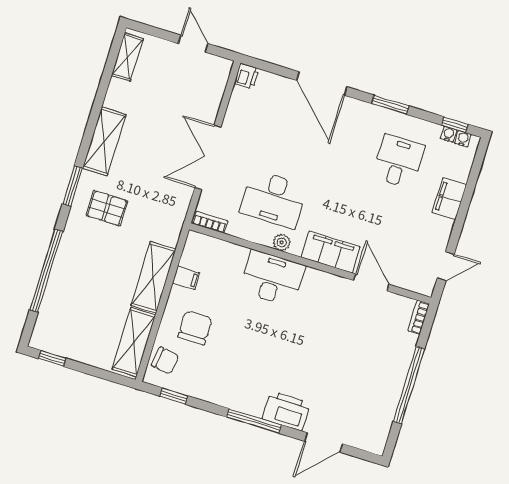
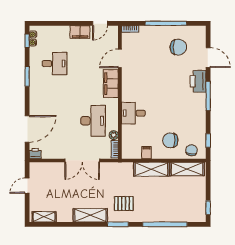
door: (322, 84) -> (27, 129), moved
desk: (398, 161) -> (54, 64), turned 180
filing cabinet: (449, 199) -> (80, 32), moved
pallet: (107, 208) -> (124, 203), turned 90
plant: (282, 242) -> (114, 135), moved
door: (446, 266) -> (100, 23), swing flipped
desk: (272, 278) -> (133, 113), width x0.73
chair: (359, 394) -> (178, 47), added

